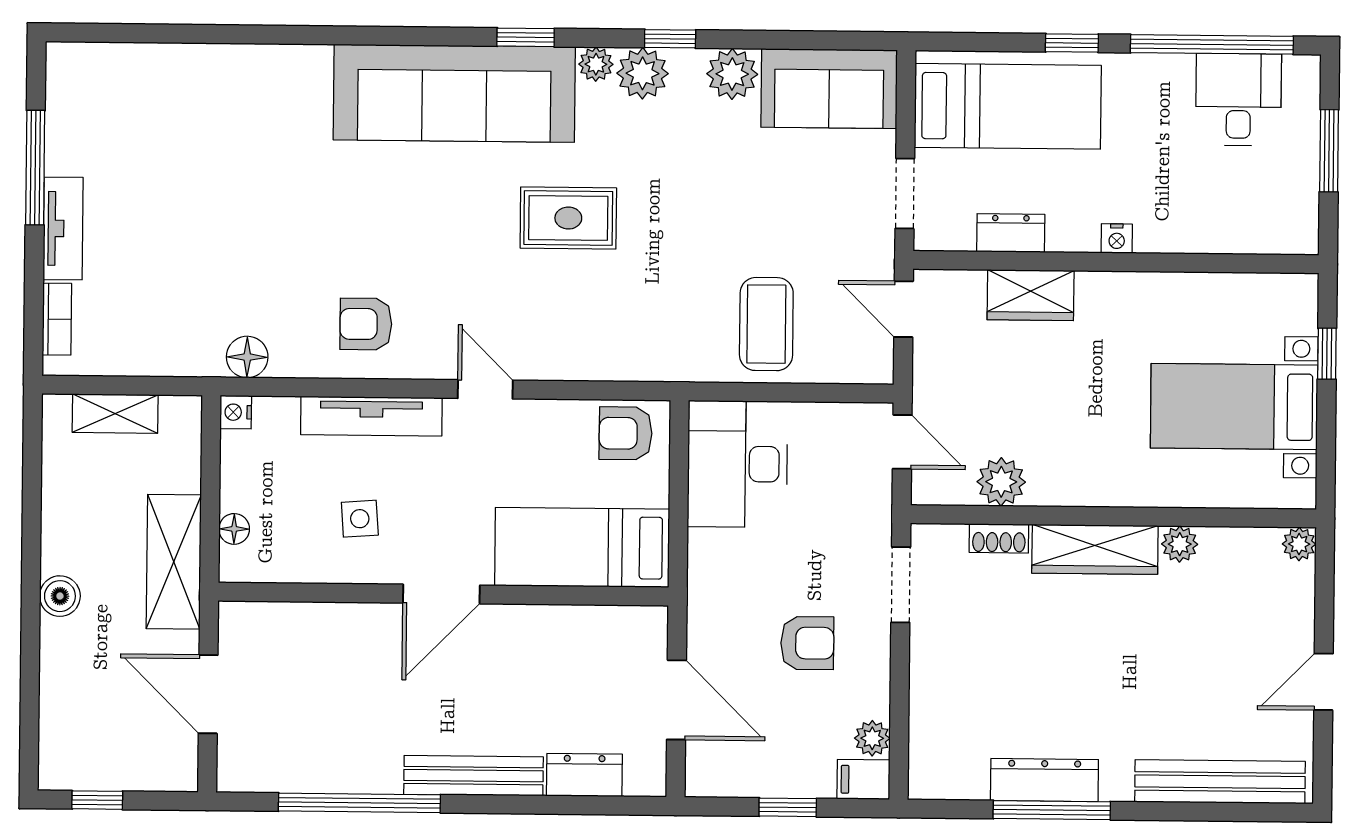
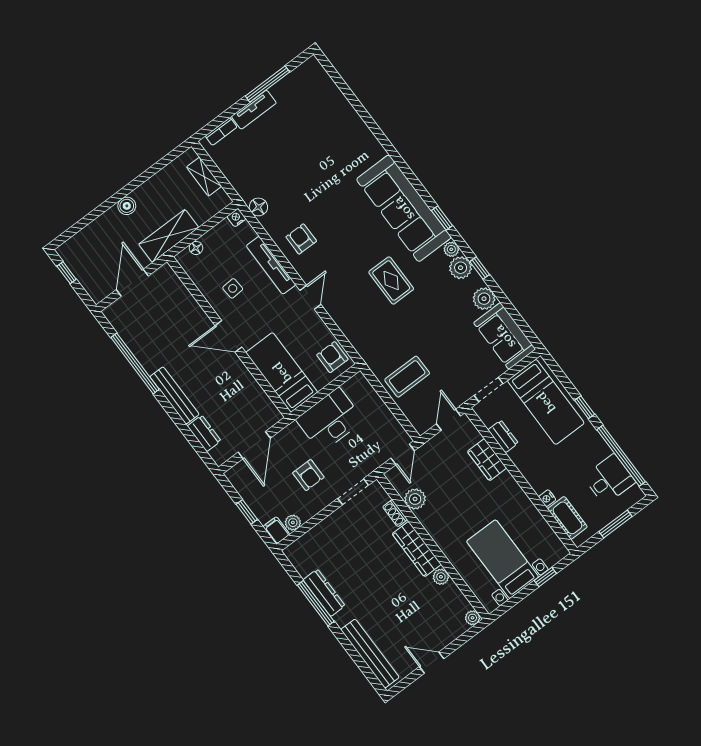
cot: (1250, 230) -> (567, 518), added
nightstand: (1117, 239) -> (547, 498), moved
desk: (737, 464) -> (330, 420), moved

